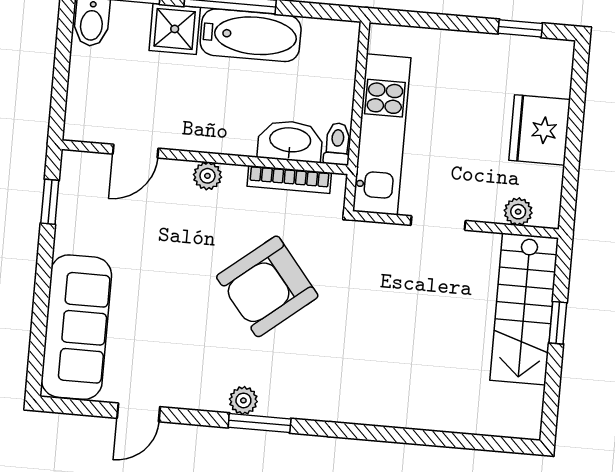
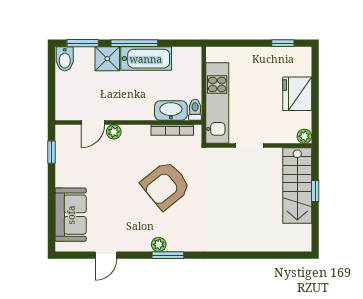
plant: (207, 176) -> (114, 132), moved
plant: (518, 212) -> (304, 136), moved
sofa: (76, 327) -> (71, 215), width x0.73

